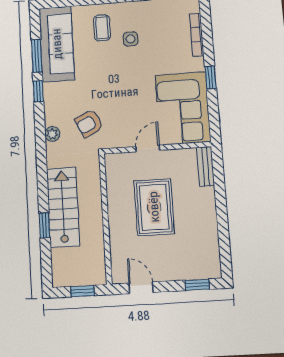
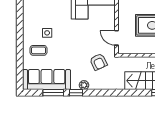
plant: (52, 134) -> (84, 85), moved
door: (148, 148) -> (116, 38), moved

